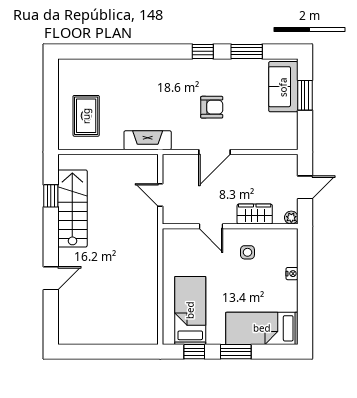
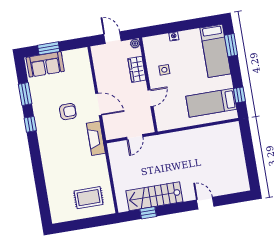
armchair: (212, 107) -> (68, 112), turned 90
fireplace: (148, 140) -> (96, 138), moved
window: (236, 352) -> (231, 45), moved

